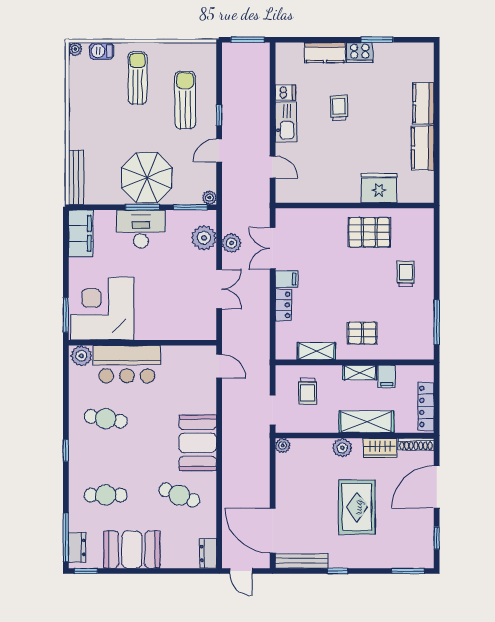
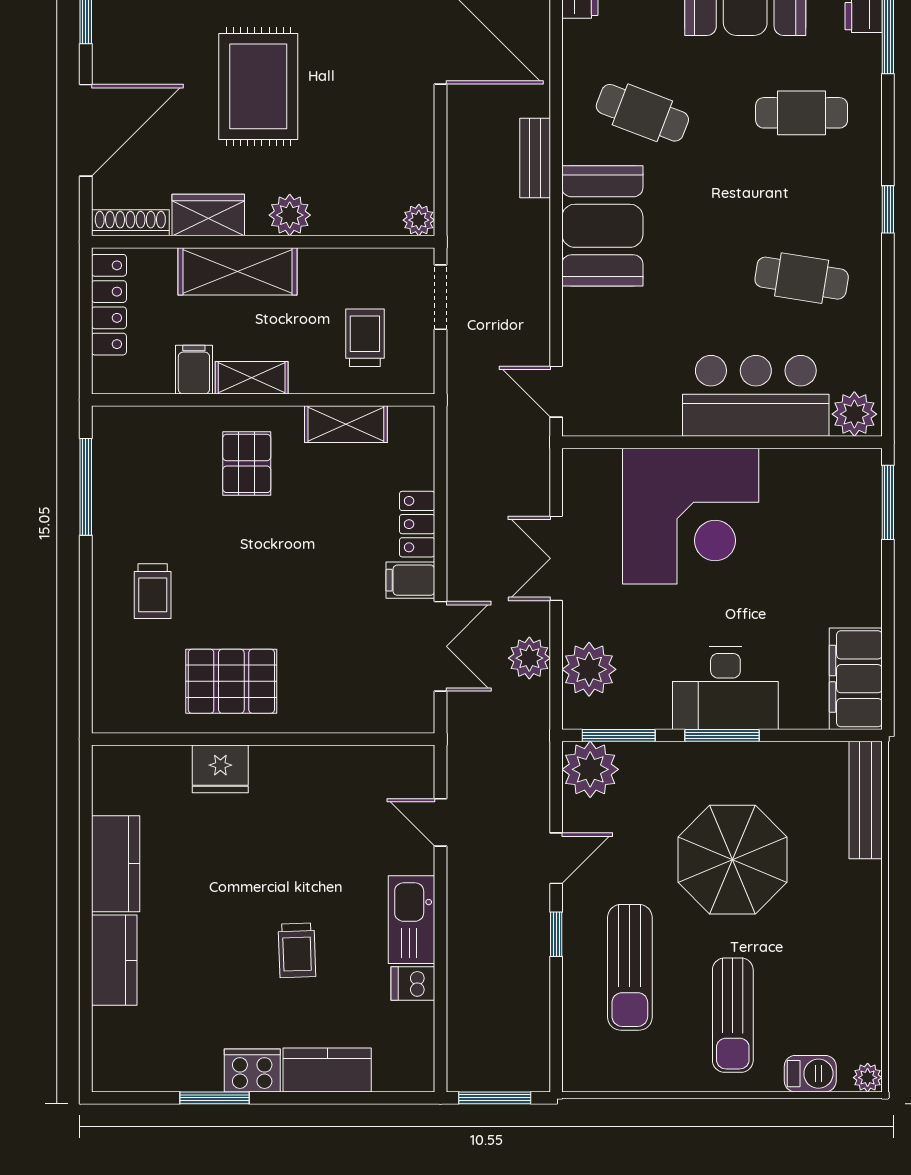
parasol: (147, 178) -> (732, 860), moved
fridge: (379, 188) -> (220, 769), width x0.73, depth x0.75
plant: (209, 198) -> (590, 769), width x1.88, depth x1.88
corner desk: (102, 309) -> (691, 516), moved
pallet: (362, 333) -> (247, 463), turned 90
bench: (229, 474) -> (535, 158), added

